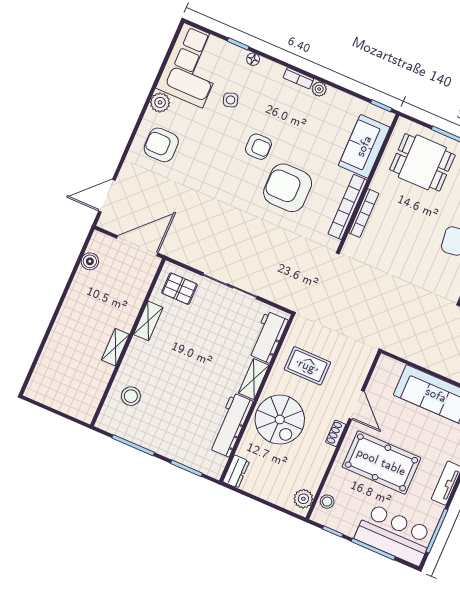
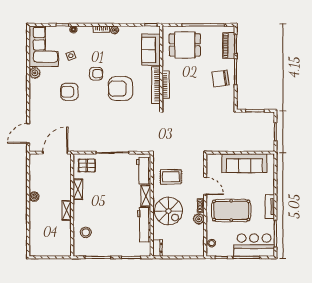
armchair: (161, 145) -> (69, 92), moved
boiler: (90, 261) -> (34, 197), moved
plant: (303, 499) -> (199, 219), moved

